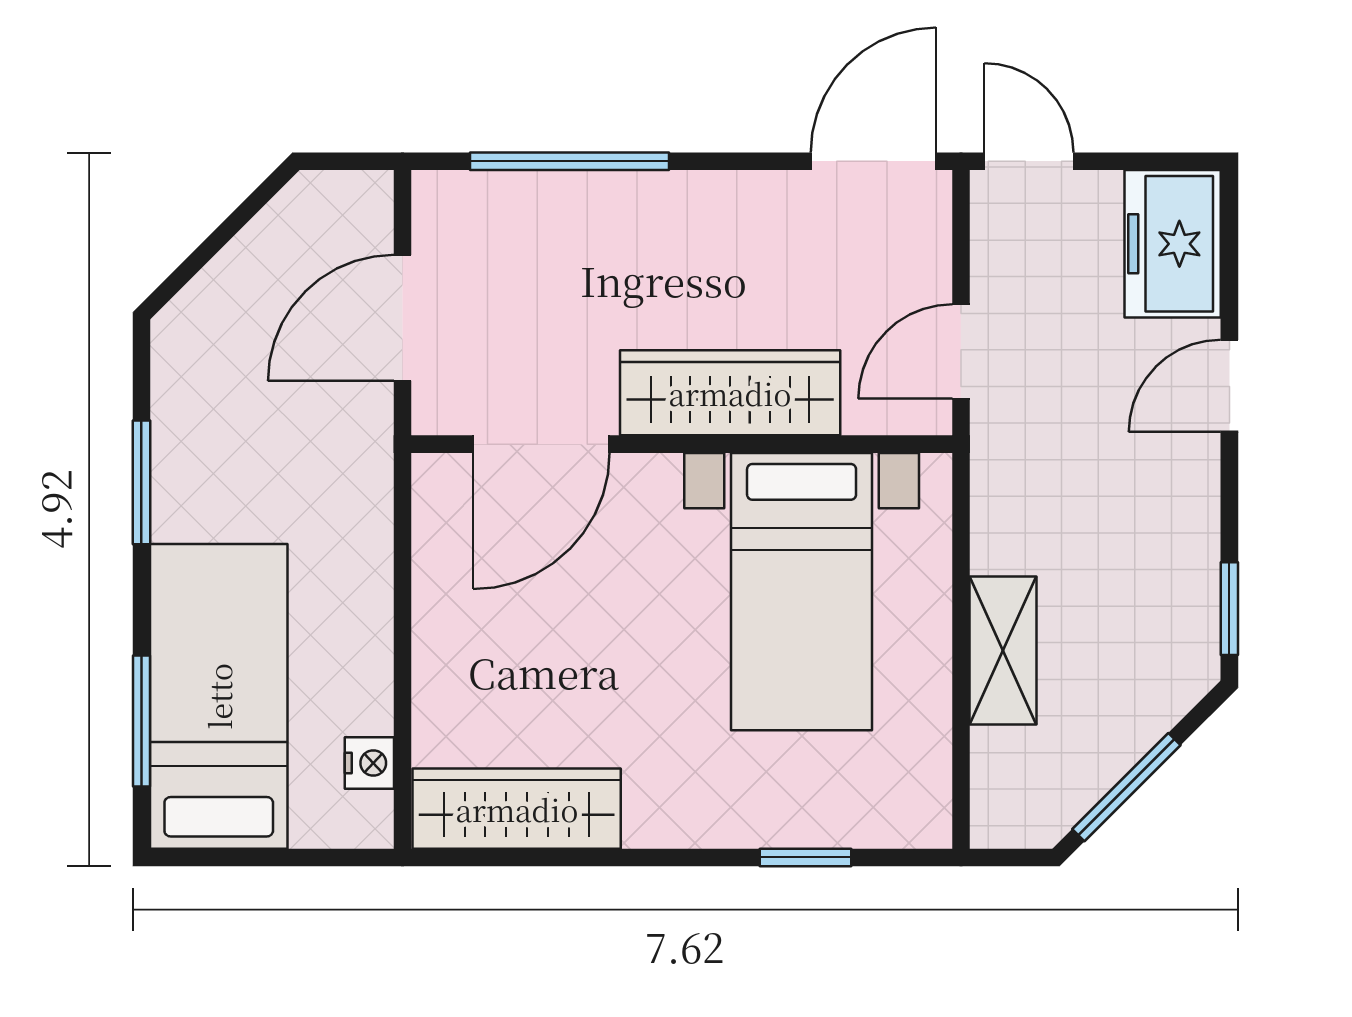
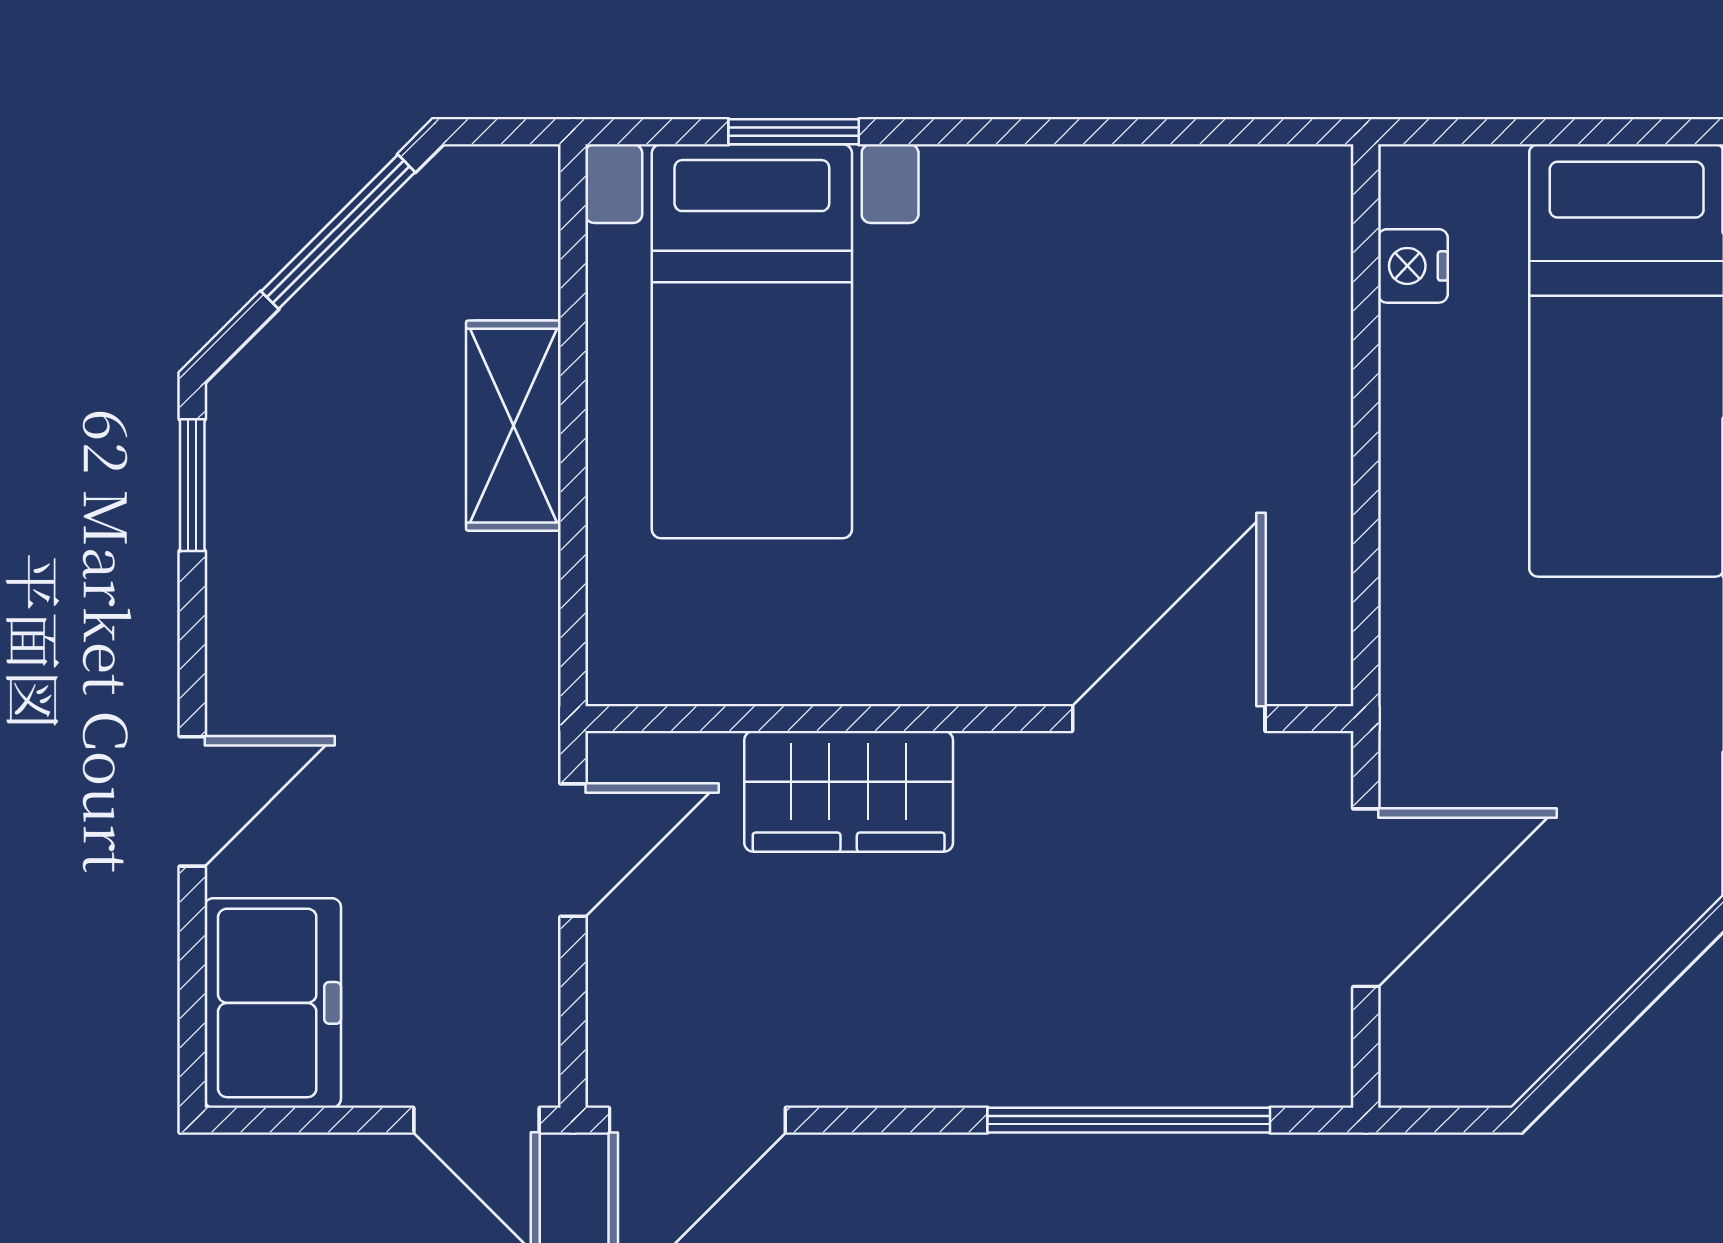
wardrobe: (730, 393) -> (849, 791), width x0.67
bed with nightstands: (802, 592) -> (752, 341), moved, turned 180
wardrobe: (517, 809) -> (1204, 201), removed

